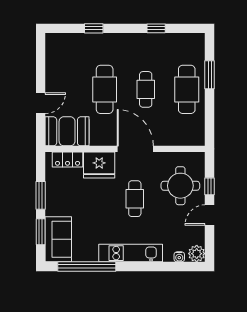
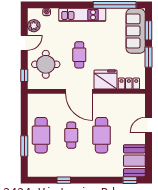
window: (94, 28) -> (130, 180), moved
booth: (67, 131) -> (134, 161), moved, turned 90
window: (210, 186) -> (24, 75), moved
sofa: (58, 239) -> (136, 31), width x1.36
plant: (197, 254) -> (34, 26), moved

